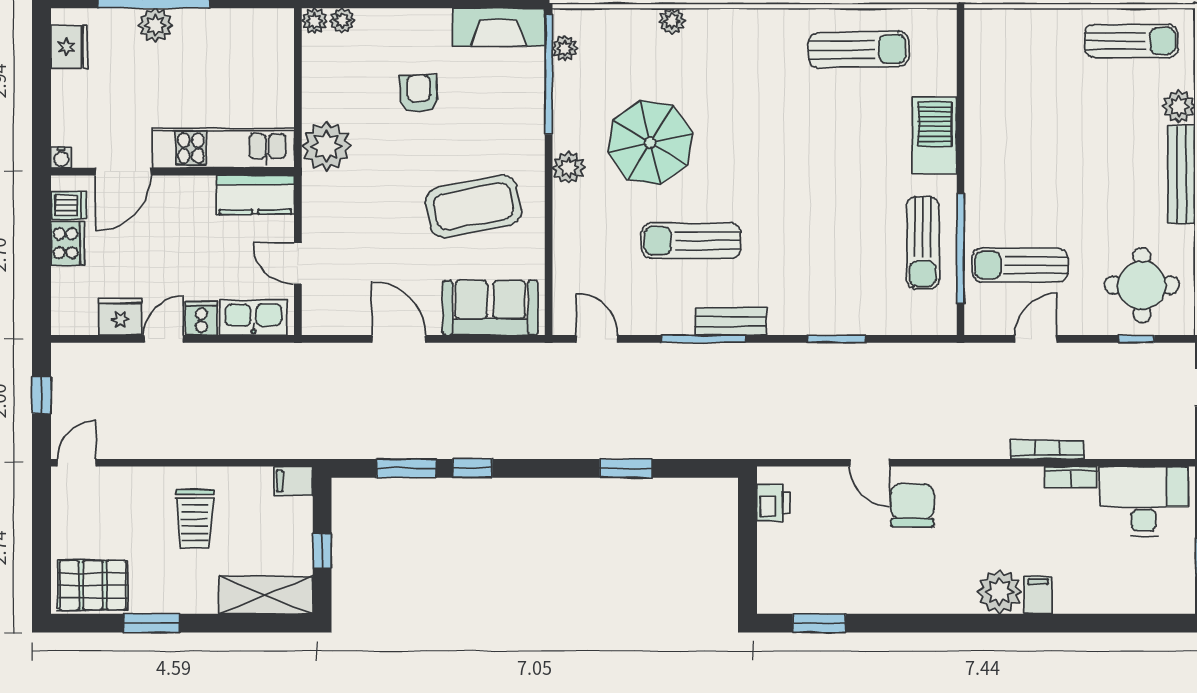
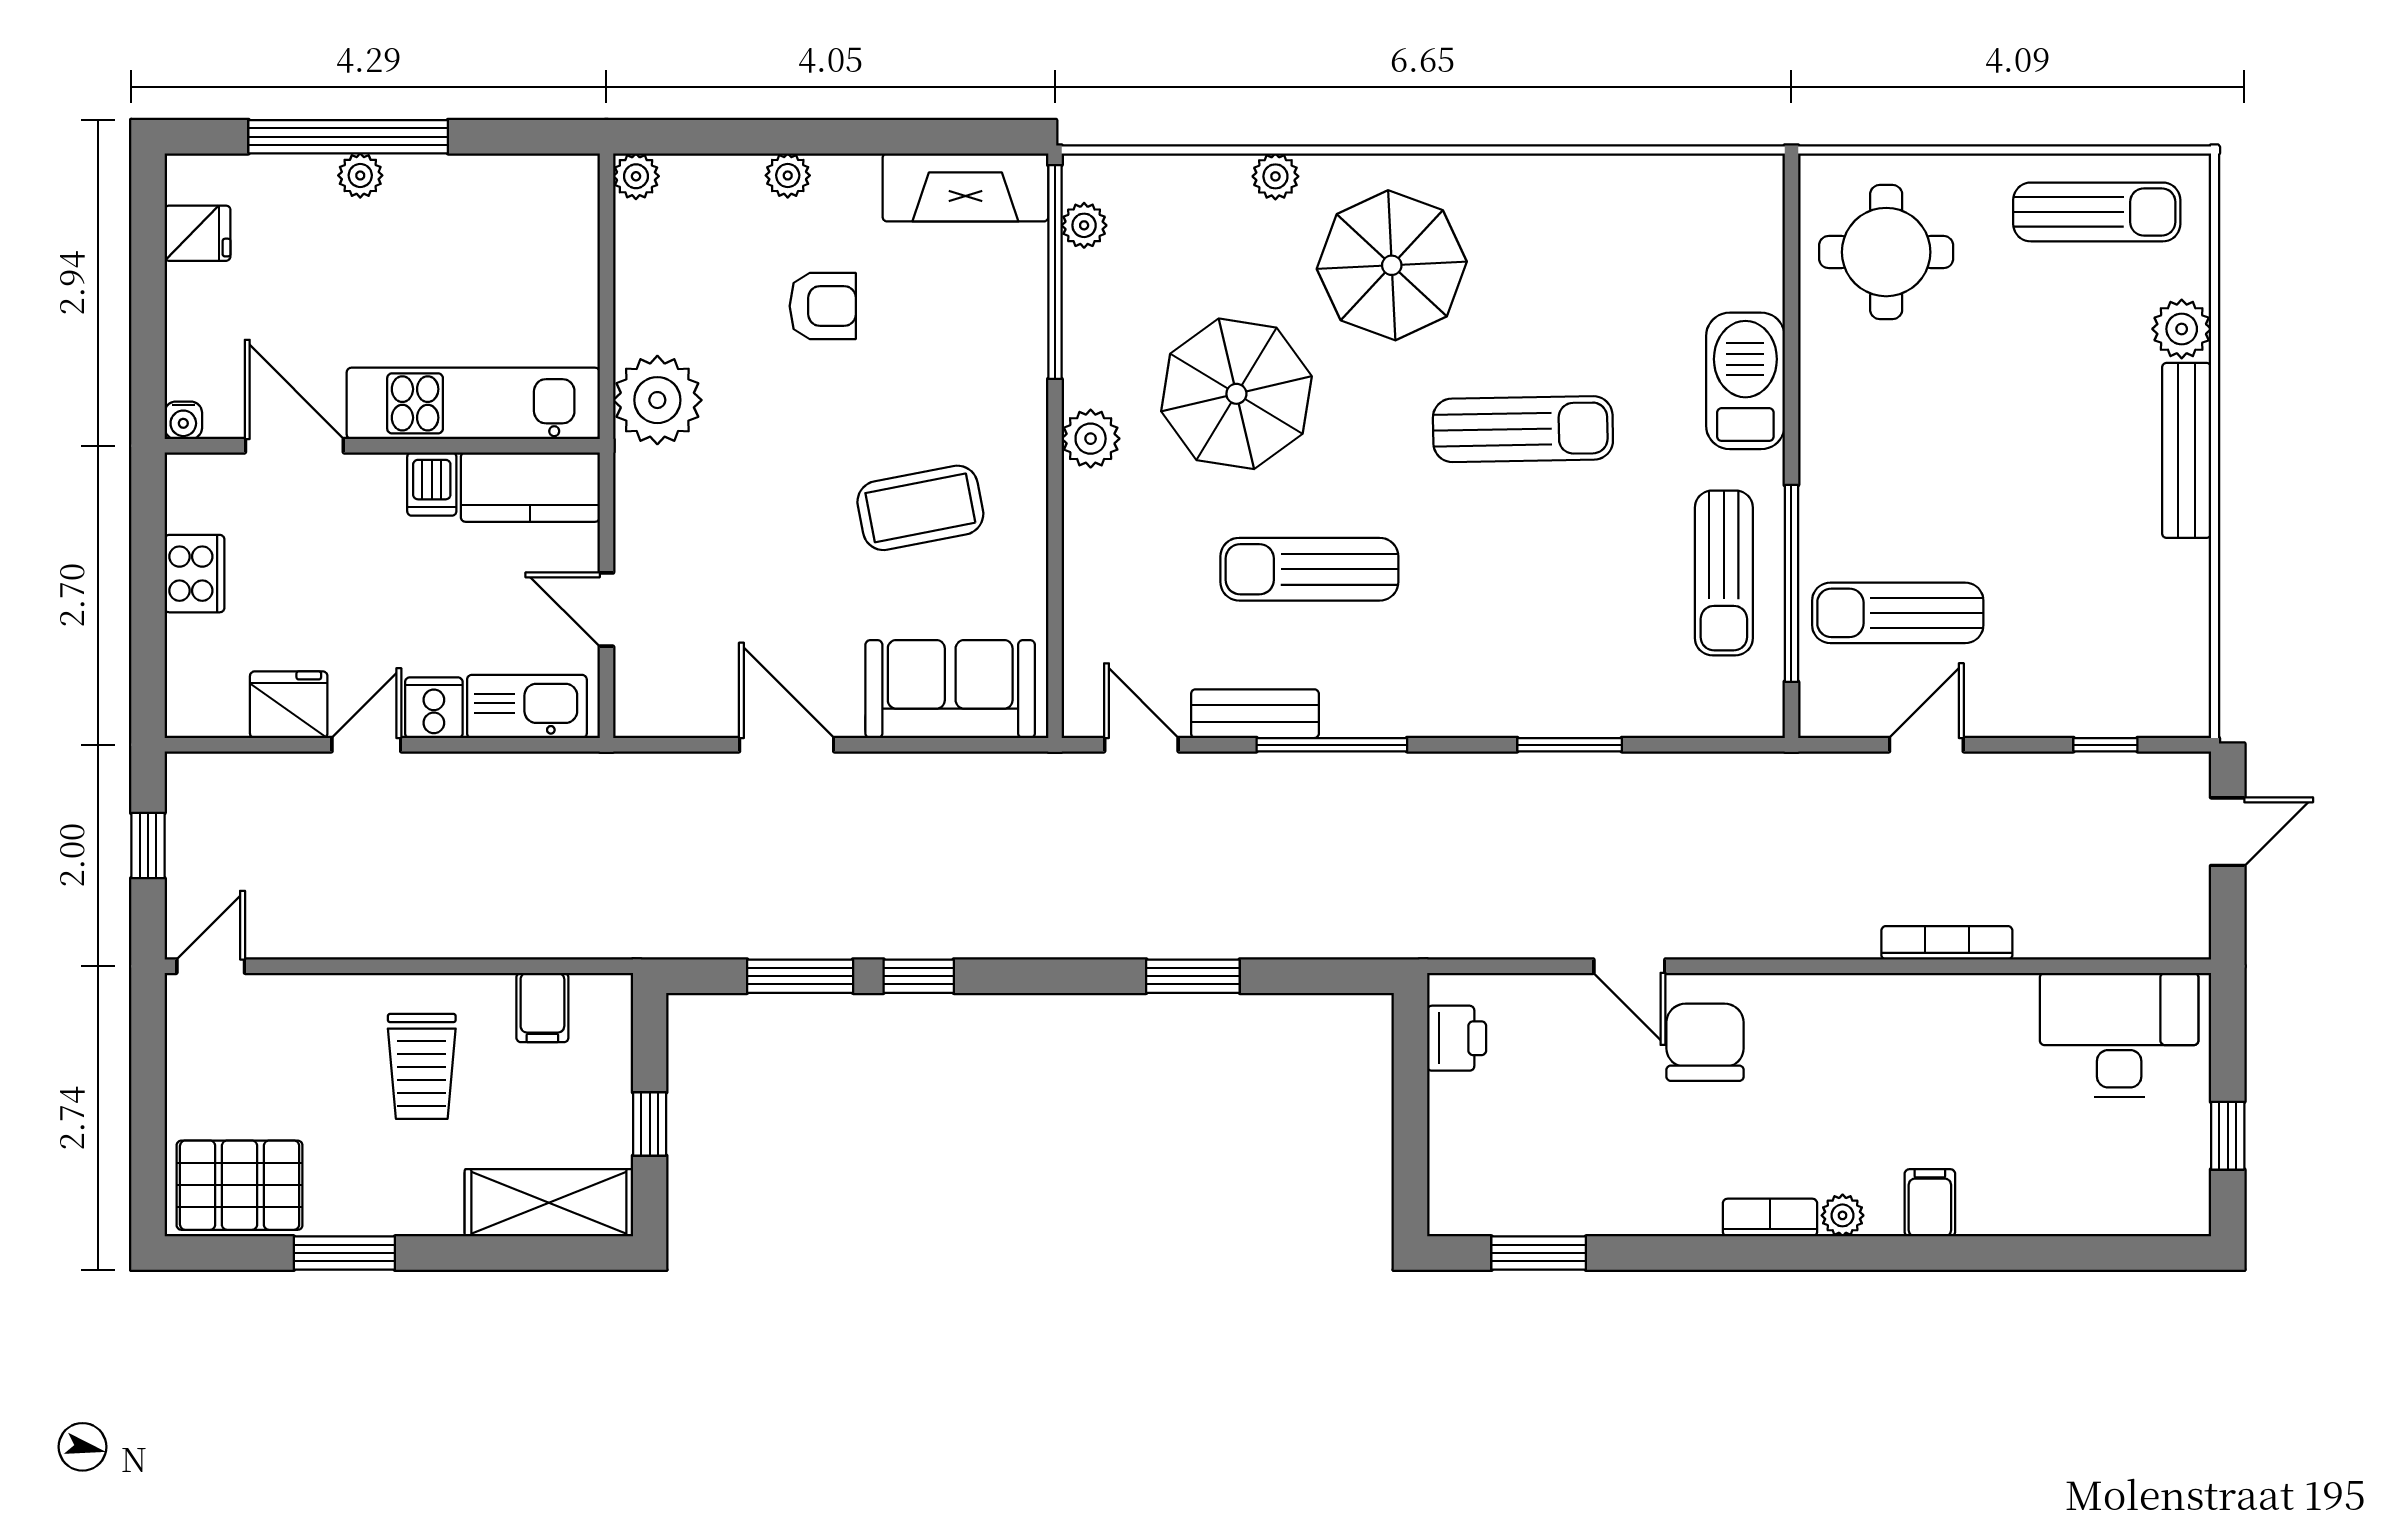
plant: (342, 21) -> (788, 175), moved
plant: (156, 25) -> (360, 175), width x0.73, depth x0.73
fridge: (69, 47) -> (198, 233), width x0.72
sun lounger: (859, 50) -> (1523, 429), moved
parasol: (737, 71) -> (1392, 265), added
armchair: (419, 94) -> (823, 306), turned 92
door: (123, 172) -> (294, 446), swing flipped
dishwasher: (69, 205) -> (432, 484), moved, turned 90
coffee table: (473, 206) -> (920, 508), width x0.73, depth x0.76
round table: (1142, 285) -> (1886, 252), moved
bench: (731, 322) -> (1255, 714), moved
bookcase: (1071, 477) -> (1770, 1218), moved, turned 180
filing cabinet: (293, 481) -> (542, 1008), moved, turned -90
plant: (999, 592) -> (1843, 1215), width x0.53, depth x0.53

